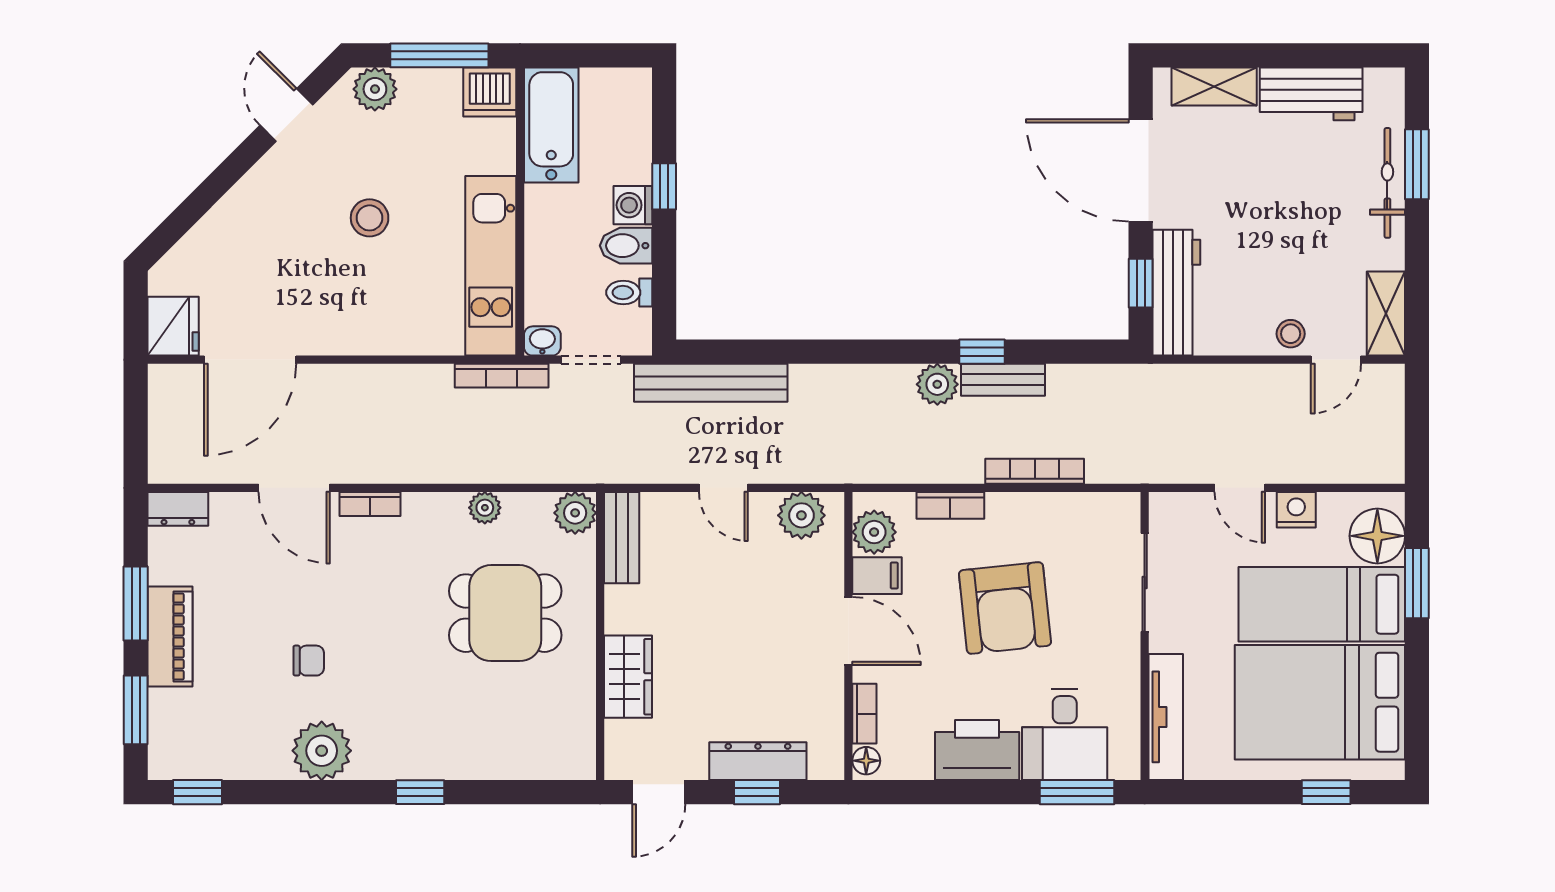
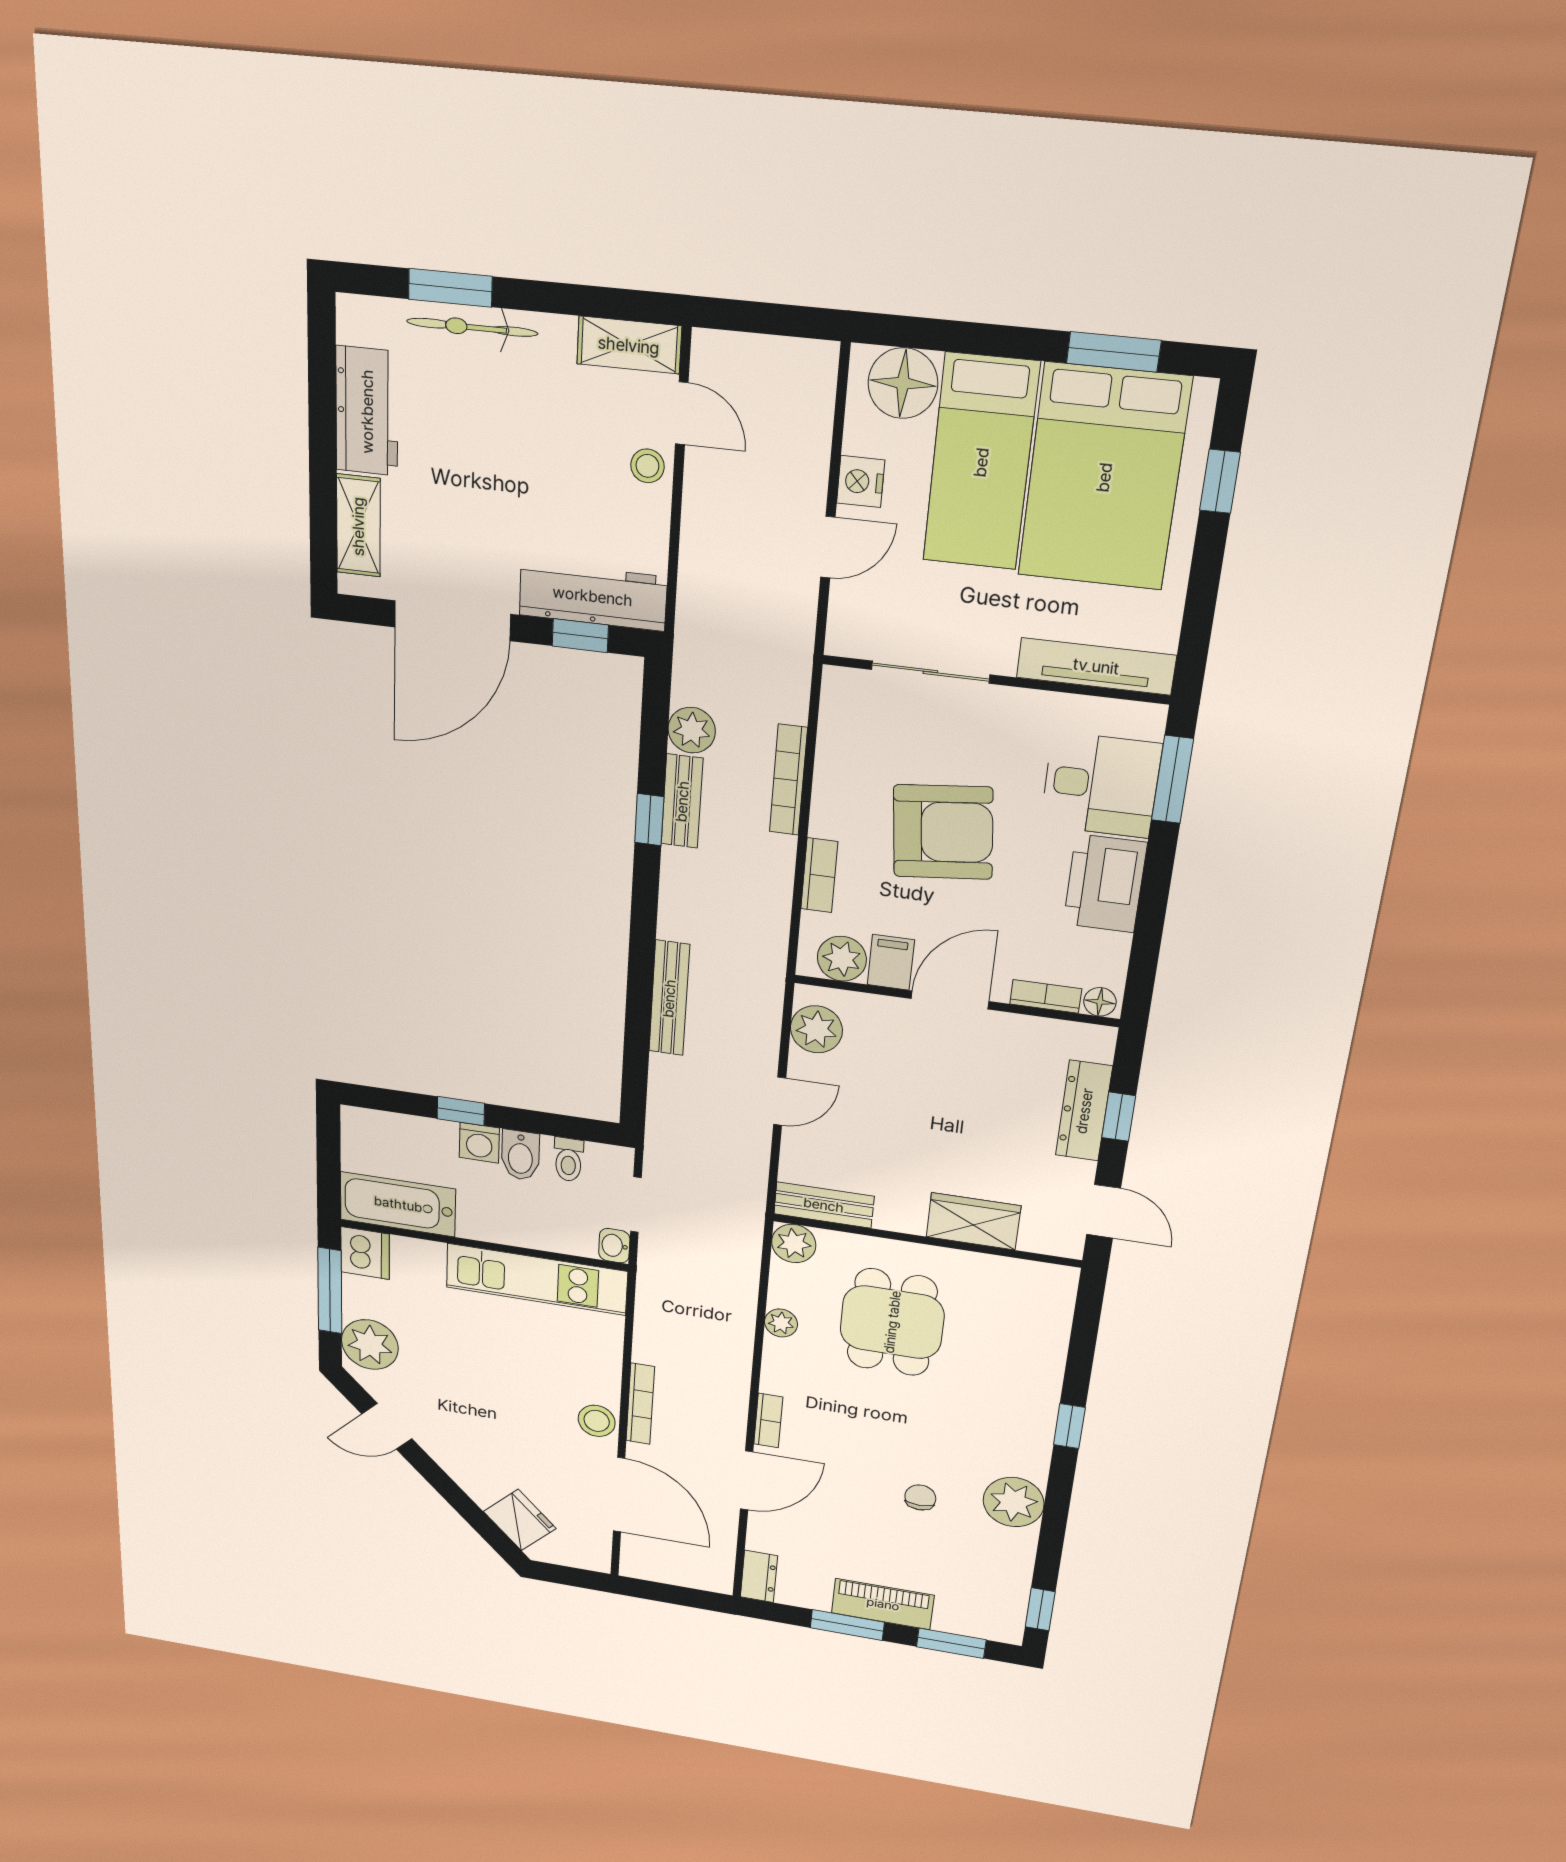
plant: (375, 89) -> (370, 1345), width x1.36, depth x1.36
stool: (370, 218) -> (597, 1421), moved
fridge: (173, 326) -> (520, 1520), moved, turned 45
bookcase: (502, 376) -> (640, 1404), moved
bench: (711, 383) -> (669, 998), moved, width x0.73, depth x0.82
plant: (937, 384) -> (692, 730), moved
window: (1417, 583) -> (1114, 352), moved

